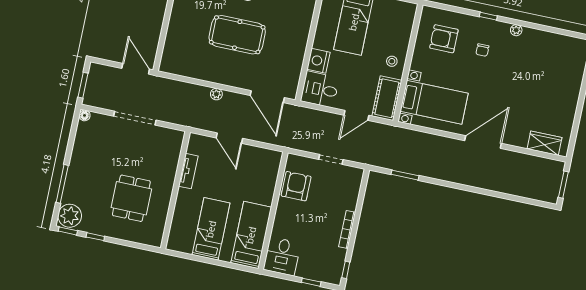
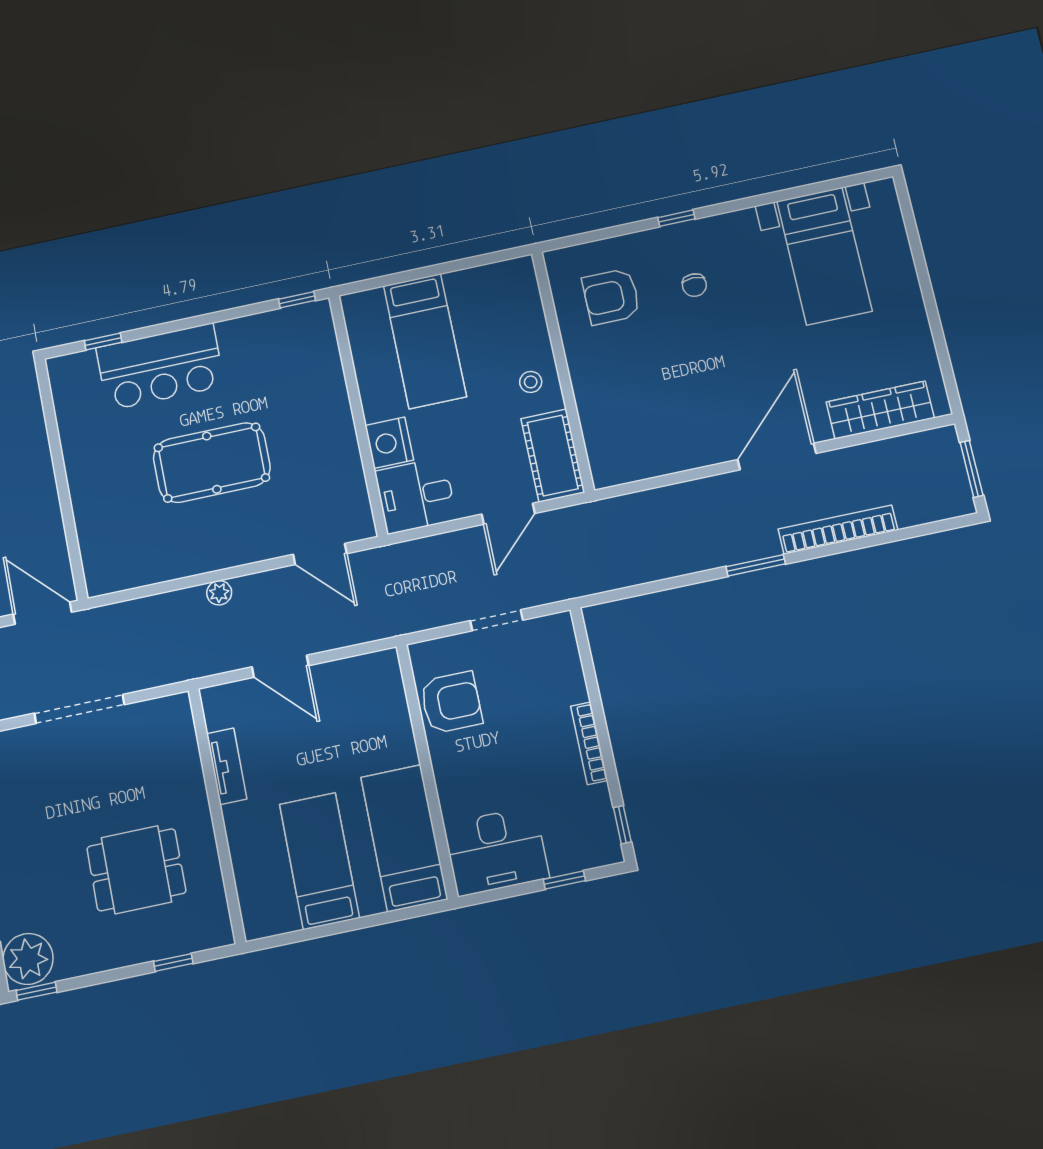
plant: (516, 30) -> (741, 220), removed
door: (267, 97) -> (320, 554), width x0.73
bed with nightstands: (434, 102) -> (824, 256), moved, turned 90
wardrobe: (544, 143) -> (880, 410), width x1.50
window: (405, 175) -> (756, 565), moved
bookcase: (494, 185) -> (838, 530), added
armchair: (296, 186) -> (451, 702), turned 90
dining table: (131, 198) -> (136, 870), turned 90
window: (95, 237) -> (173, 962), moved
desk: (282, 256) -> (496, 851), width x1.37

